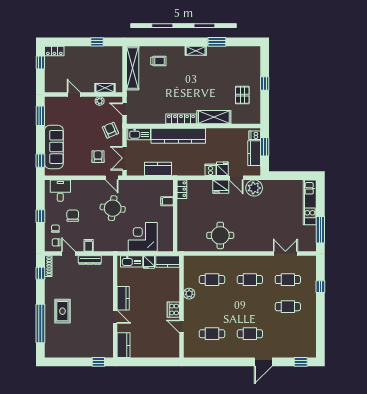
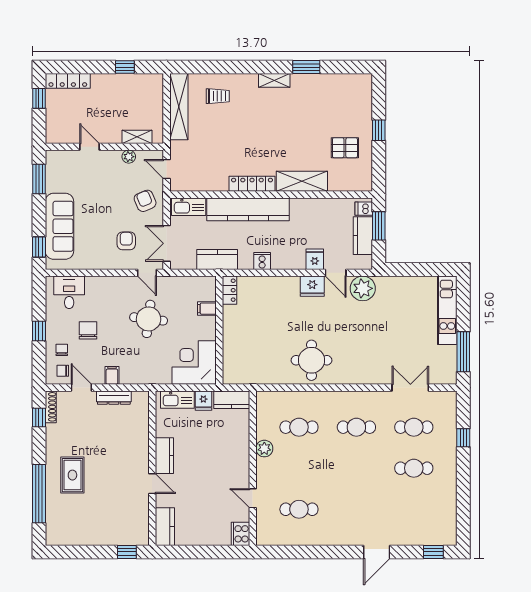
locker: (54, 51) -> (68, 81), width x1.53
pallet: (242, 95) -> (345, 148), turned 90
cooker: (210, 170) -> (262, 261), moved
locker: (182, 189) -> (230, 290), moved
filing cabinet: (167, 201) -> (207, 309), moved
wall: (175, 216) -> (219, 330), moved
cooker: (173, 310) -> (240, 534), moved
cafe table: (250, 334) -> (356, 509), removed

